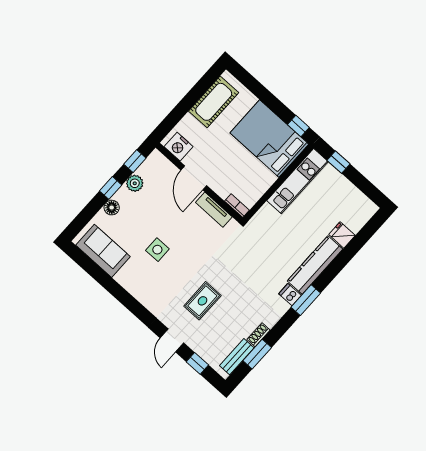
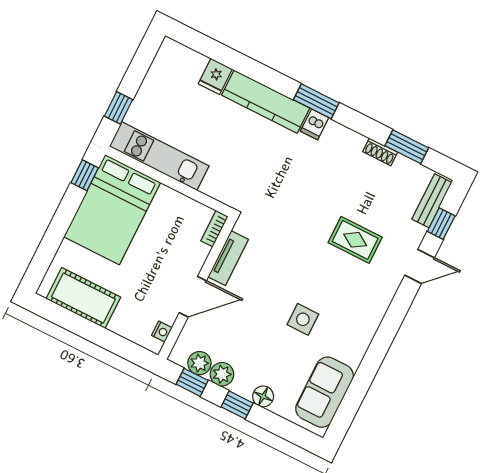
nightstand: (179, 147) -> (162, 332), width x0.53, depth x0.56
plant: (147, 170) -> (199, 363), added
bench: (237, 357) -> (432, 201), moved, turned 90

